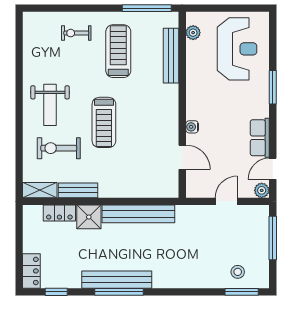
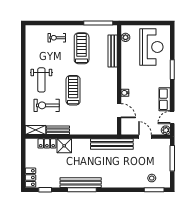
treadmill: (104, 122) -> (73, 90), turned 180
door: (226, 201) -> (145, 137), hinge flipped
bench: (138, 214) -> (112, 144), moved

